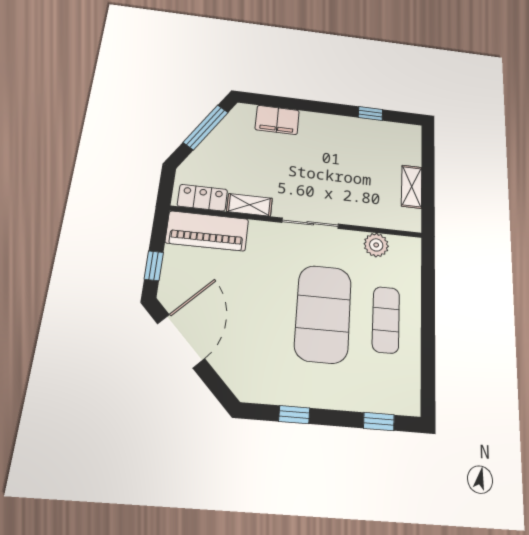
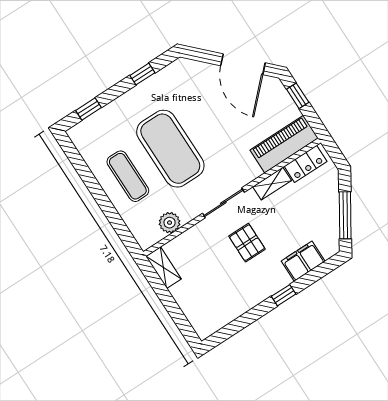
window: (370, 114) -> (284, 295), moved
pallet: (316, 173) -> (247, 243), added
shelving: (412, 187) -> (164, 268), moved

